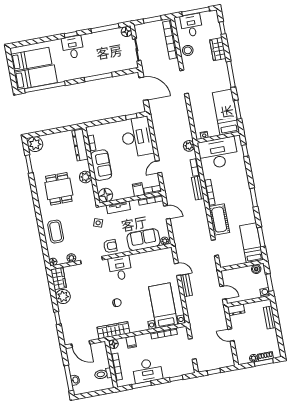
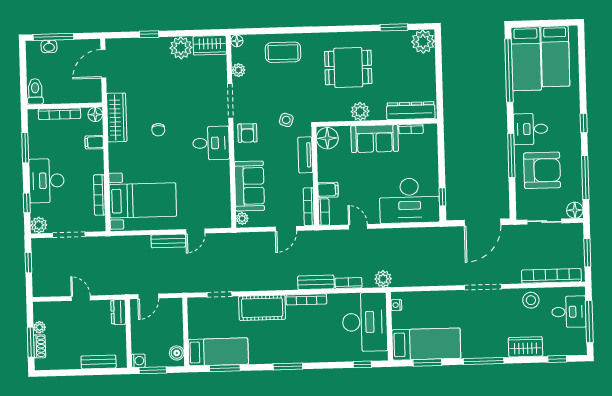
desk: (73, 47) -> (531, 129), moved, turned 180
armchair: (105, 56) -> (542, 170), added
door: (231, 335) -> (81, 298), hinge flipped
plant: (189, 369) -> (39, 225), added
desk: (147, 371) -> (47, 181), moved
toilet: (103, 374) -> (35, 91), moved

